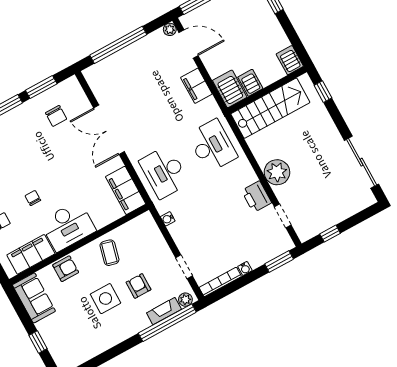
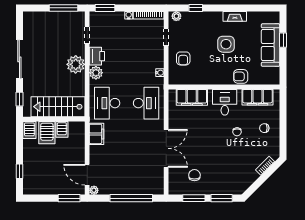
filing cabinet: (196, 86) -> (96, 134), moved
server rack: (230, 89) -> (47, 133), moved
sliding door: (362, 162) -> (19, 59), moved
plant: (246, 176) -> (96, 73), added
filing cabinet: (126, 190) -> (192, 97), moved, turned 90
desk: (68, 226) -> (225, 102), width x0.73
window: (330, 234) -> (64, 8), width x2.17
coffee table: (109, 253) -> (208, 71), removed
armchair: (139, 286) -> (183, 58), moved
sofa: (34, 298) -> (271, 45), moved, width x1.36
fireplace: (164, 311) -> (235, 16), moved
window: (167, 323) -> (196, 8), width x0.32

